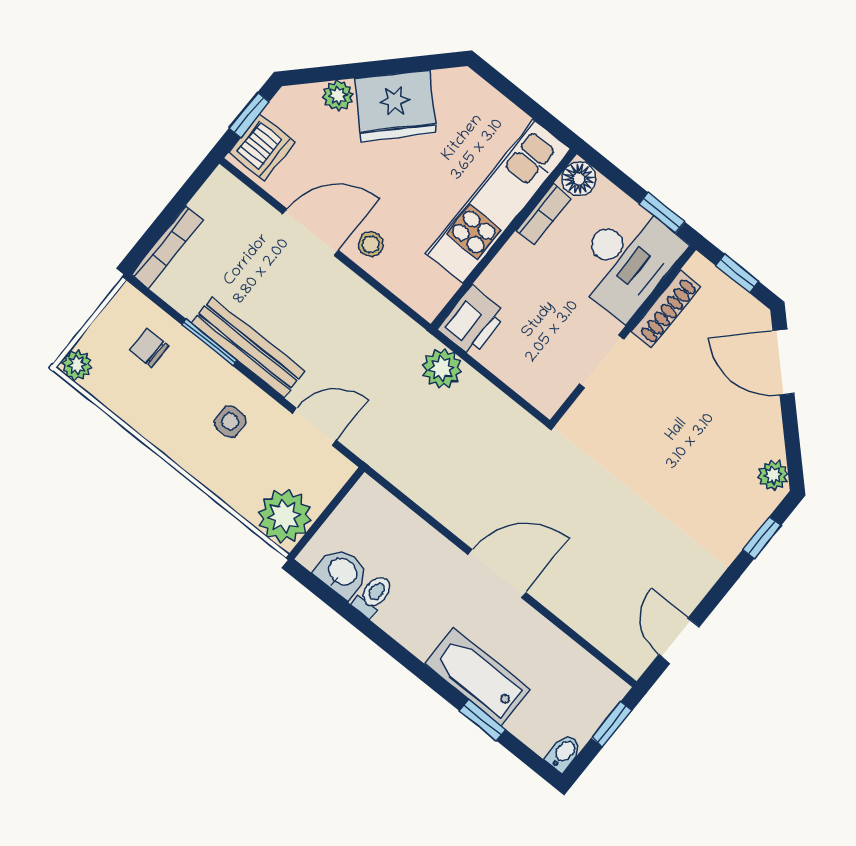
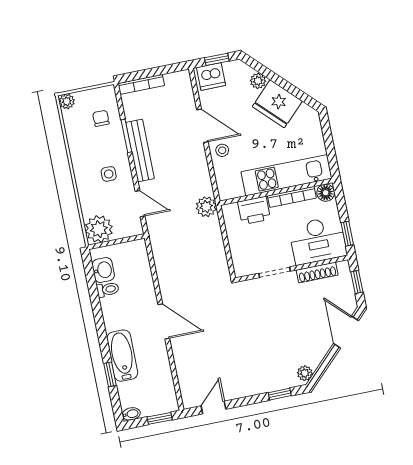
bookcase: (544, 214) -> (292, 197), width x1.56
printer: (472, 321) -> (254, 210), moved
plant: (442, 368) -> (206, 207), moved

